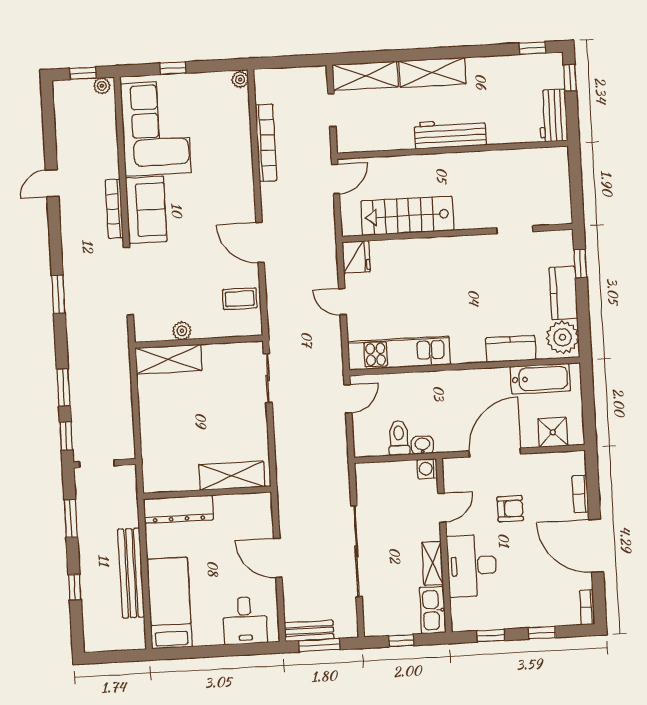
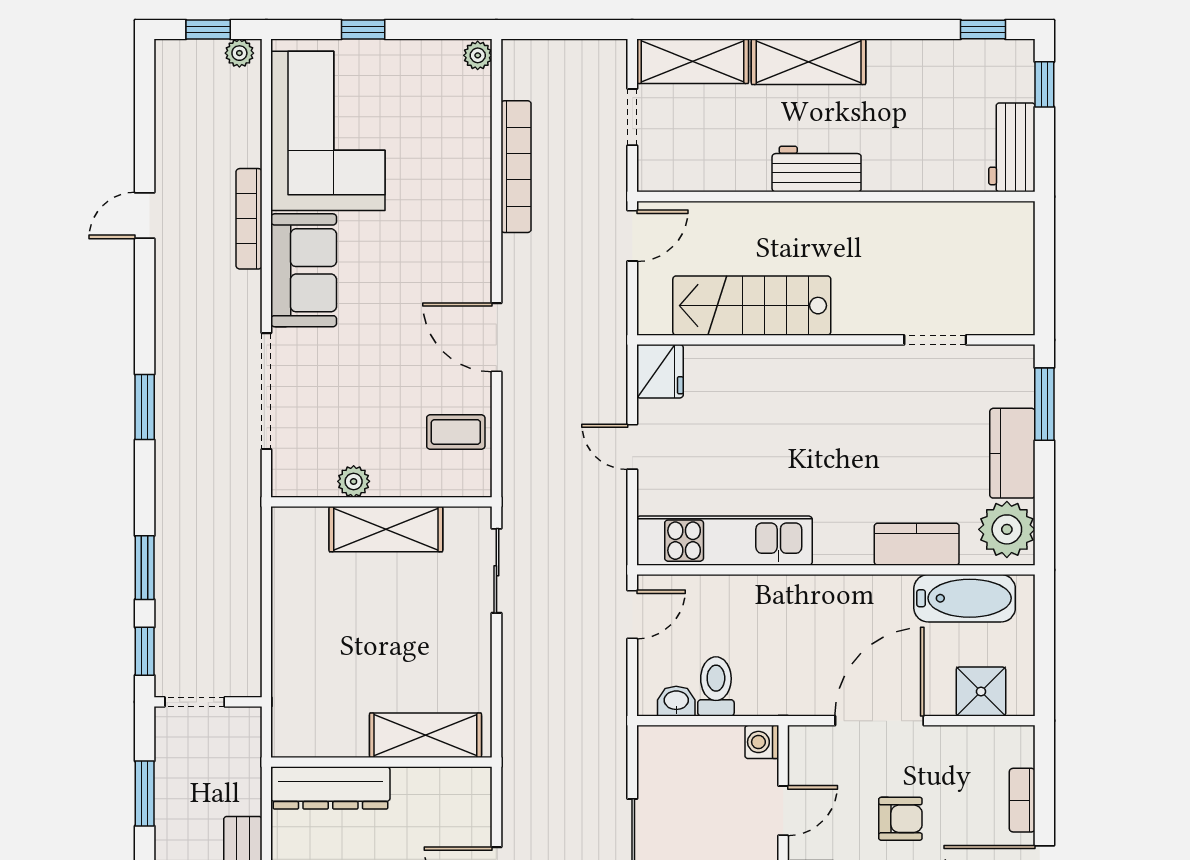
workbench: (450, 134) -> (817, 169), width x0.73
bookcase: (114, 209) -> (249, 219), moved
window: (580, 263) -> (1044, 404), width x1.50
shelving: (169, 359) -> (386, 529), moved
washbasin: (422, 445) -> (676, 701), moved

